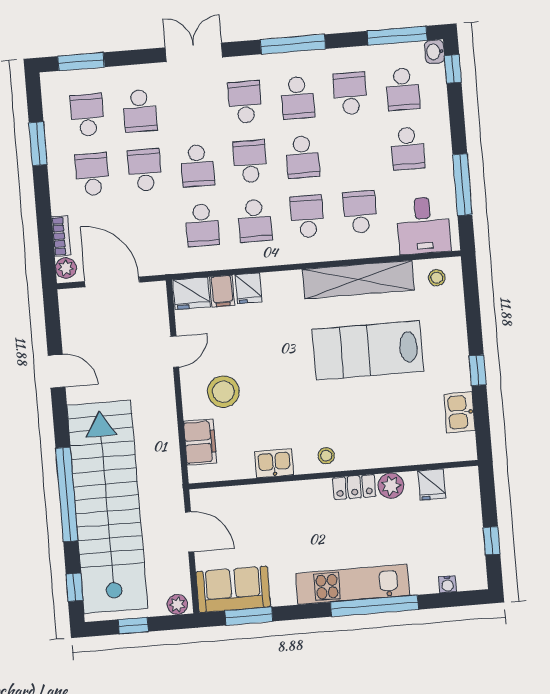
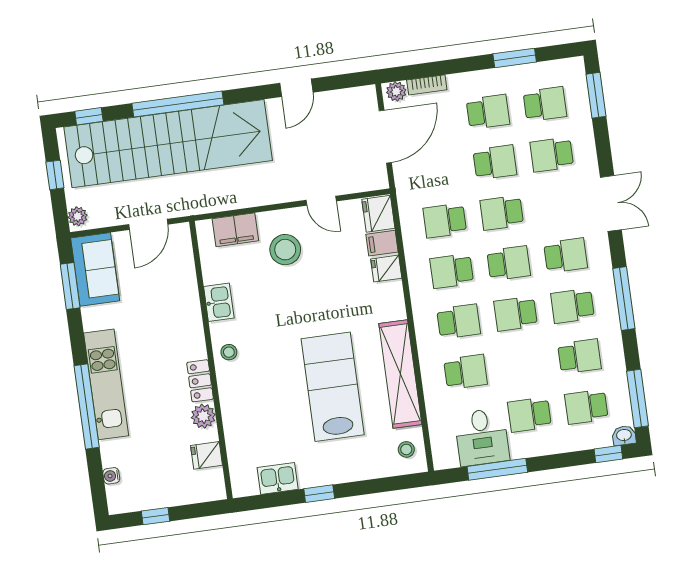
desk: (423, 225) -> (482, 437), moved, turned -90

